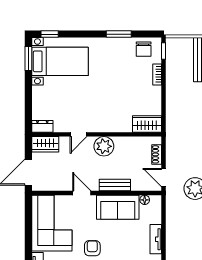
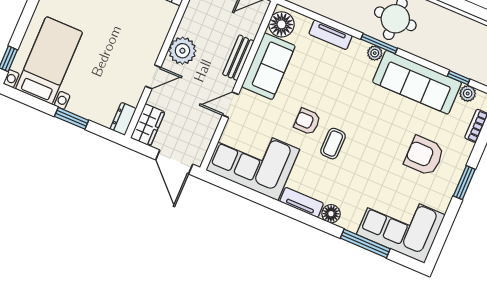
window: (28, 59) -> (72, 118), moved
door: (78, 134) -> (153, 77), hinge flipped
floor lamp: (145, 200) -> (281, 24), width x1.89, depth x1.89

